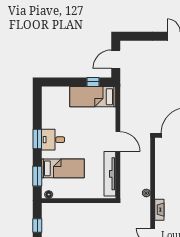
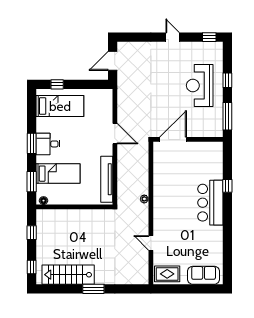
window: (93, 82) -> (57, 84), moved
bed: (93, 97) -> (60, 106), moved, turned 180
door: (118, 142) -> (115, 134), moved
fireplace: (159, 210) -> (158, 216), removed

